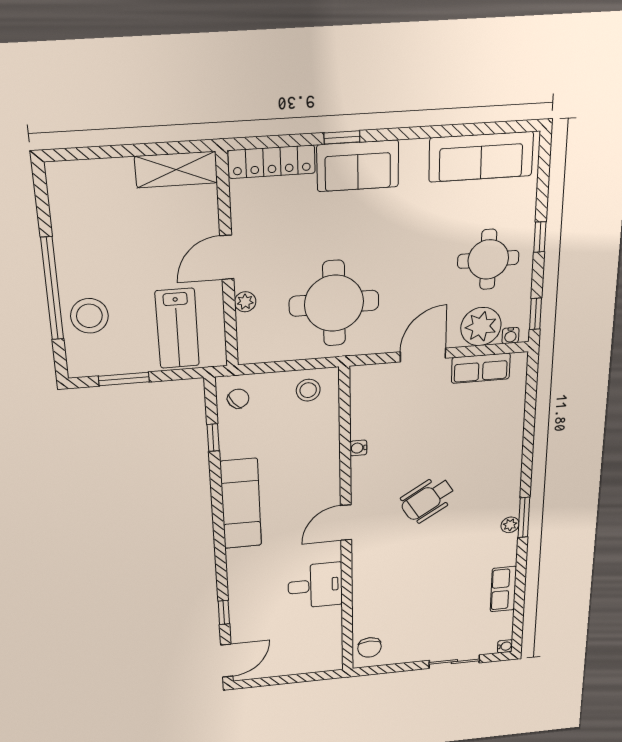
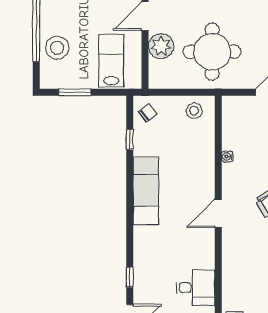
plant: (245, 302) -> (161, 46), width x1.87, depth x1.87
lab bench: (177, 328) -> (111, 61), turned 180
desk: (315, 586) -> (196, 288), moved

